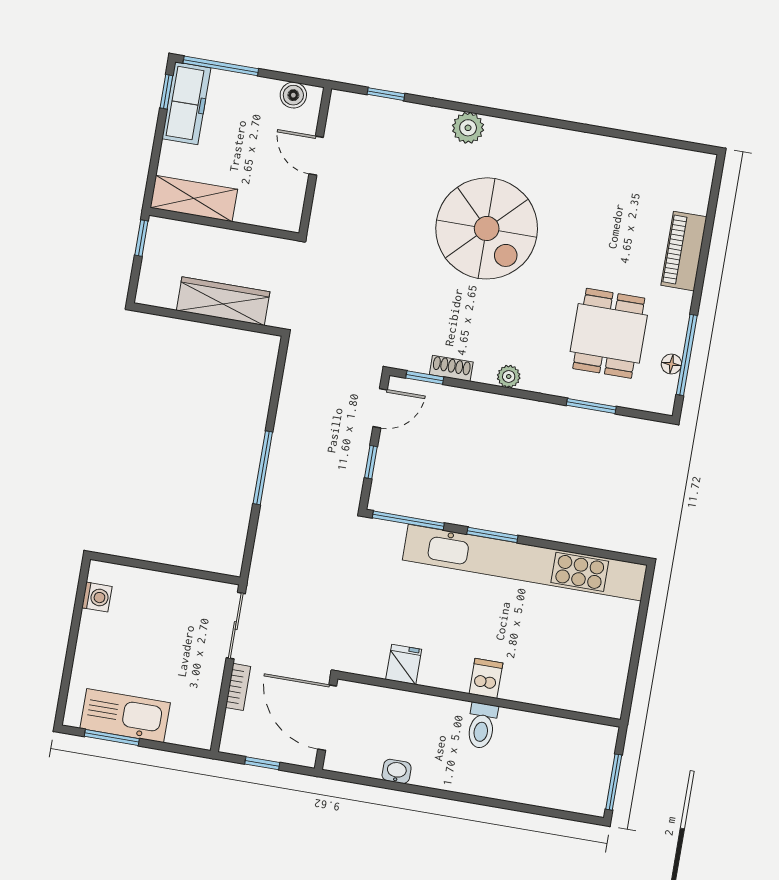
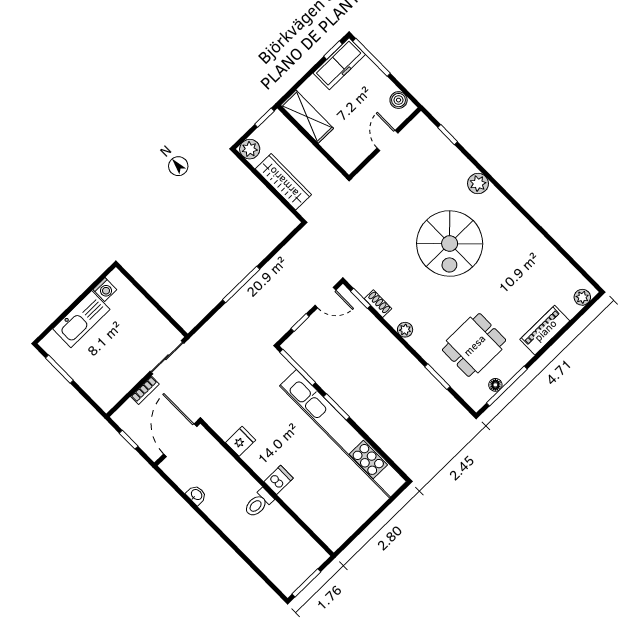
plant: (701, 176) -> (582, 297), added
plant: (151, 291) -> (250, 149), added
kitchen sink: (125, 716) -> (81, 319), moved, turned 90

